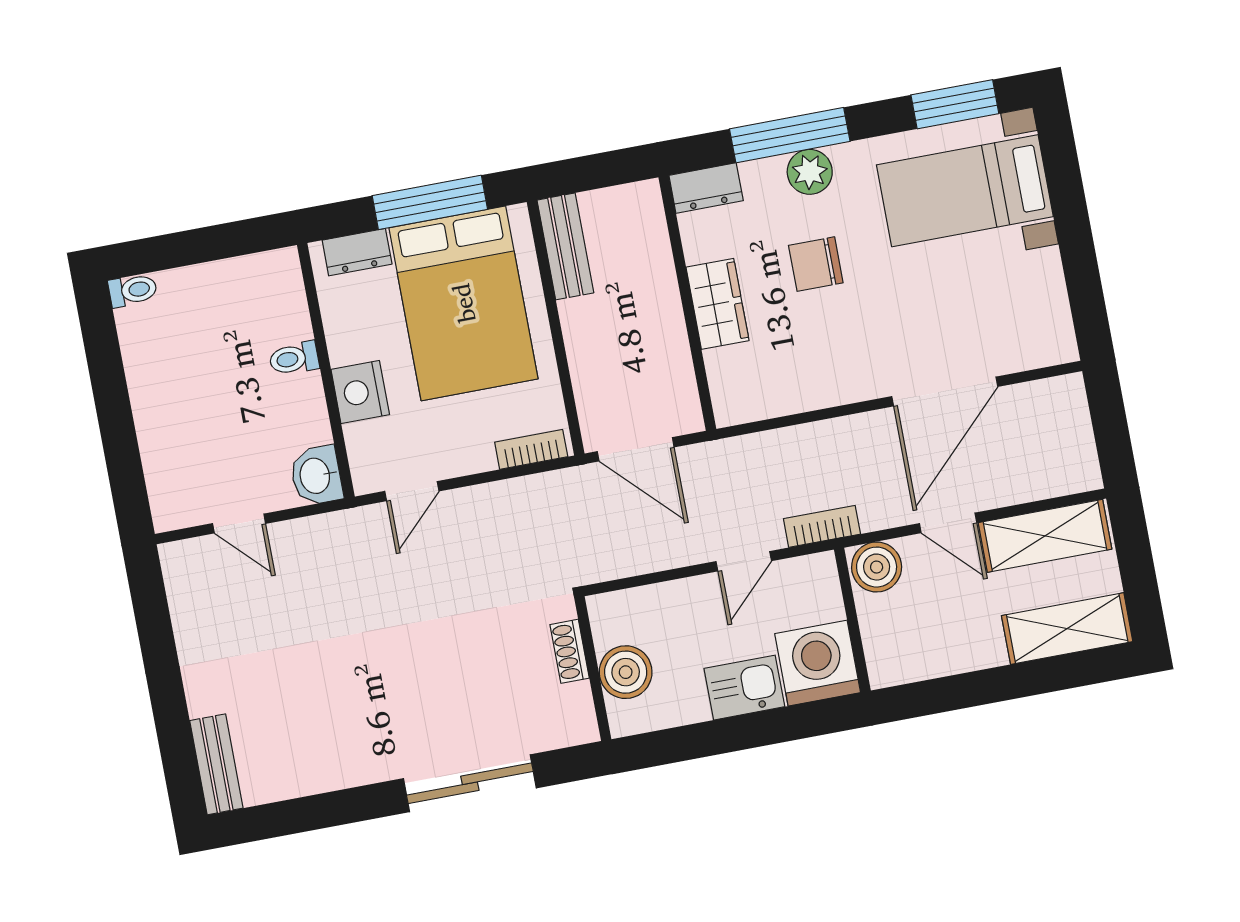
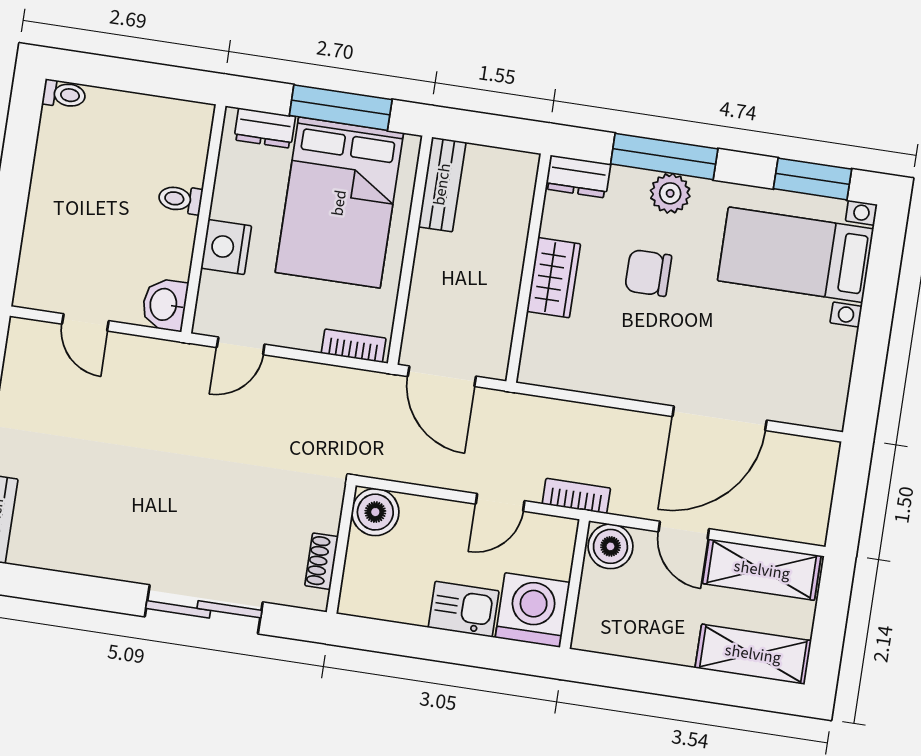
shoe rack: (570, 651) -> (322, 561), moved
boiler: (626, 672) -> (375, 512), moved

